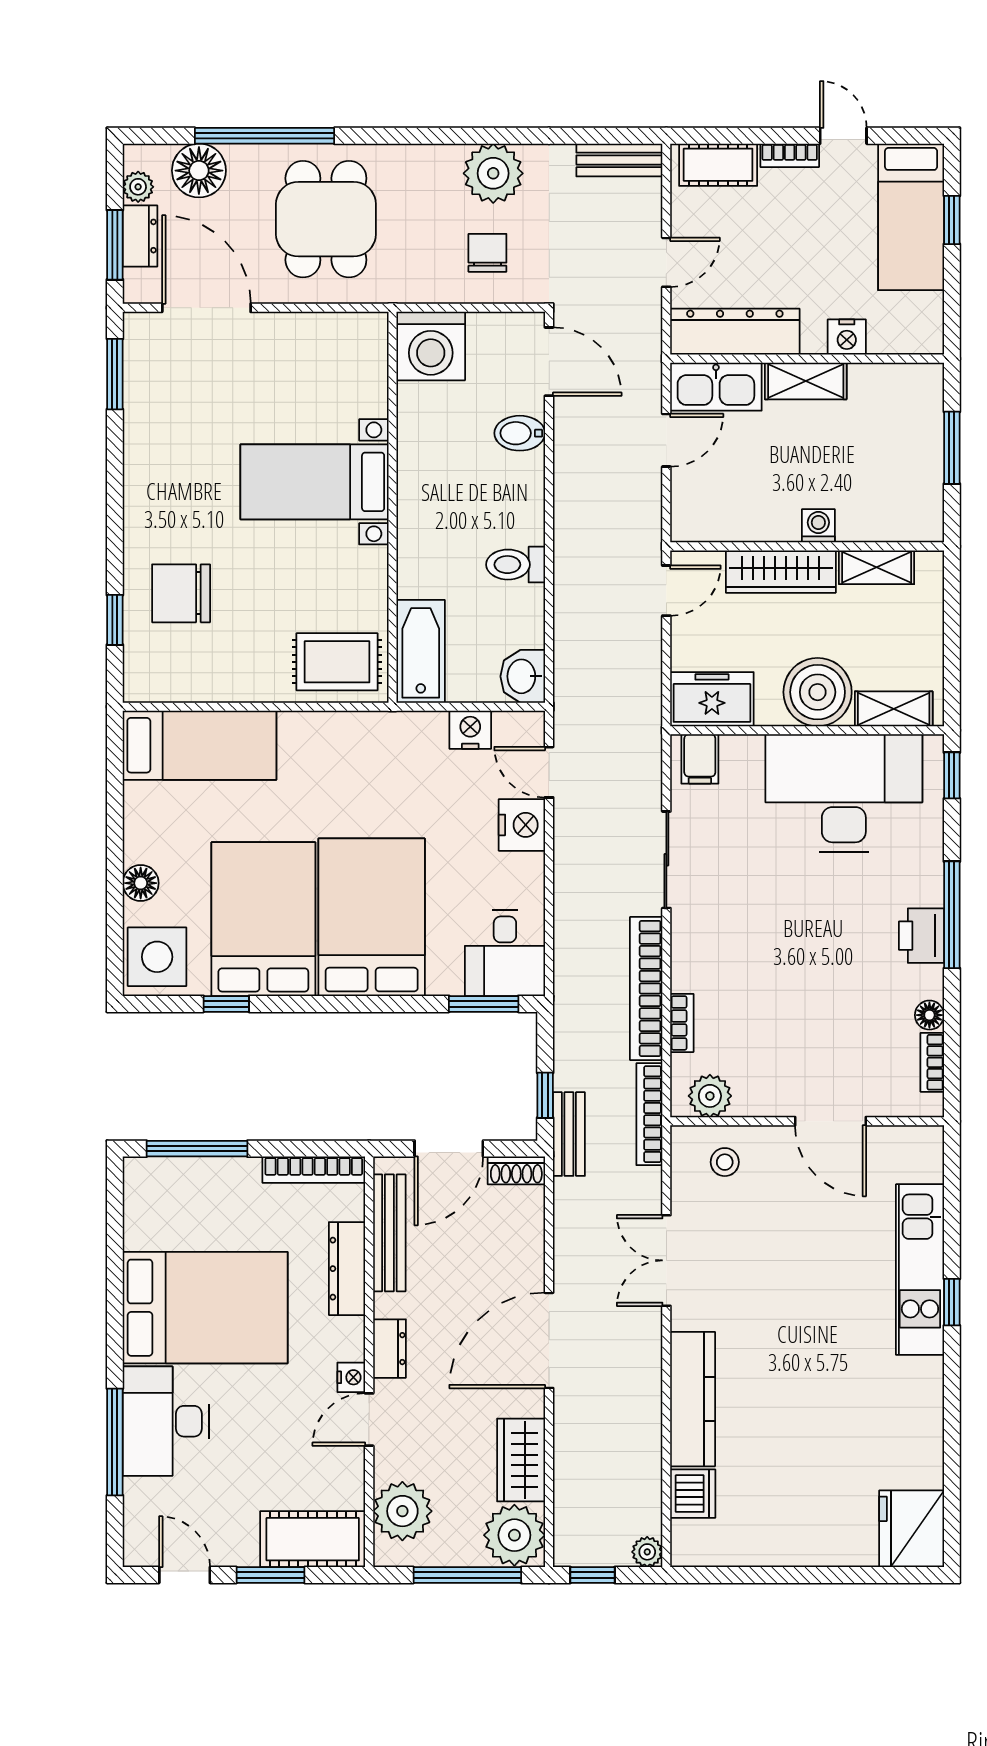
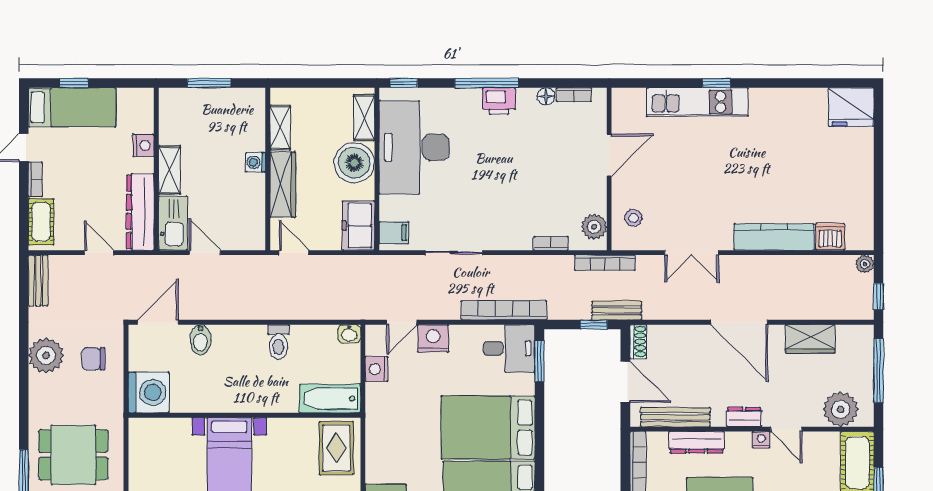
washbasin: (523, 676) -> (349, 334), width x0.72, depth x0.69
bookcase: (646, 988) -> (504, 310), moved, turned 180
plant: (514, 1535) -> (855, 343), removed

